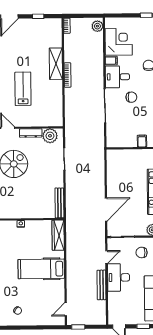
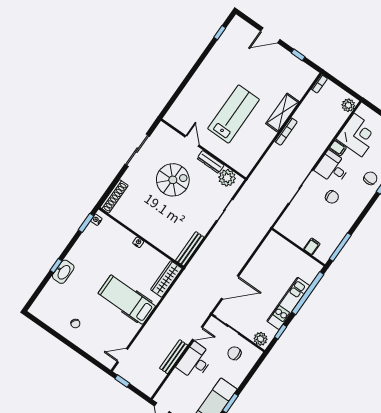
lab bench: (23, 89) -> (234, 114), width x1.36, depth x1.39

